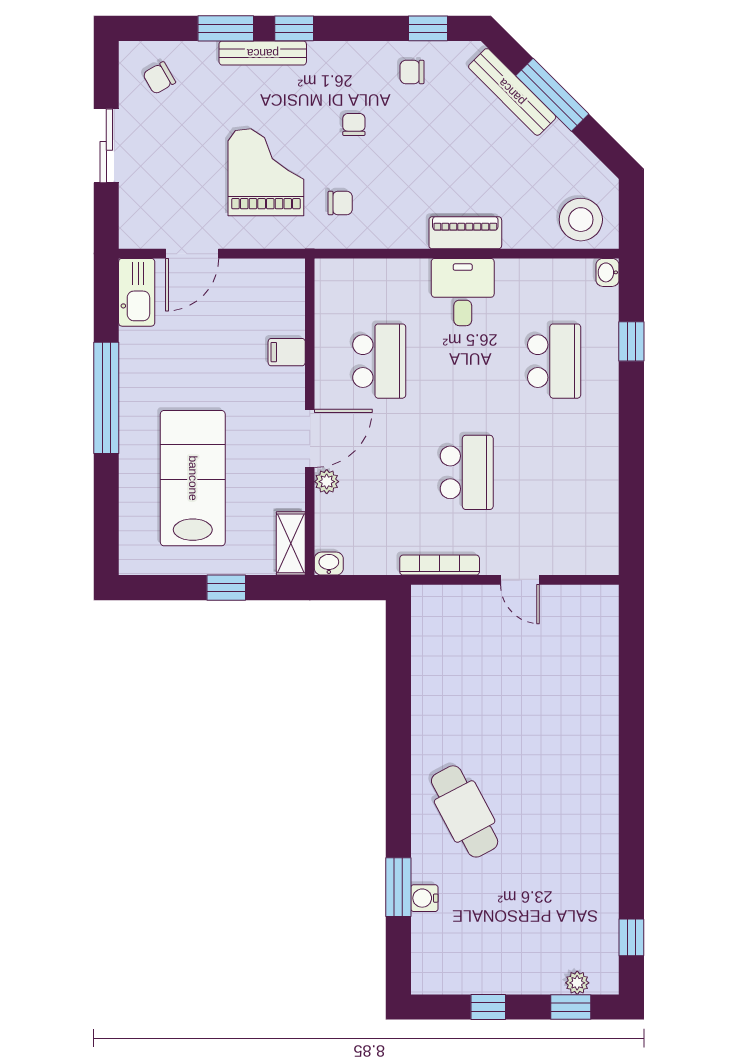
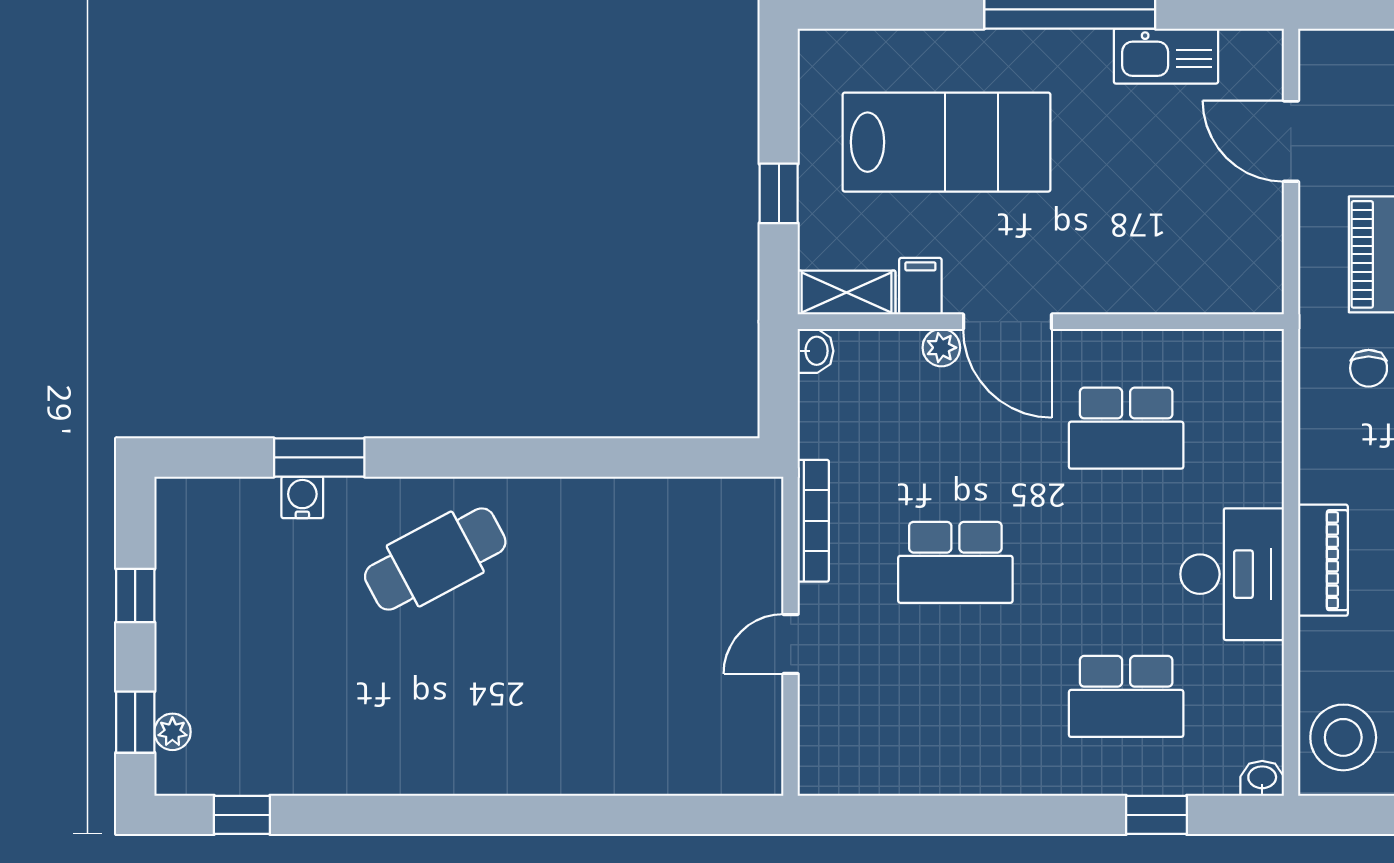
kitchen sink: (137, 292) -> (1166, 56), moved
desk: (463, 292) -> (1232, 574), width x1.37
filing cabinet: (287, 352) -> (920, 286), moved

